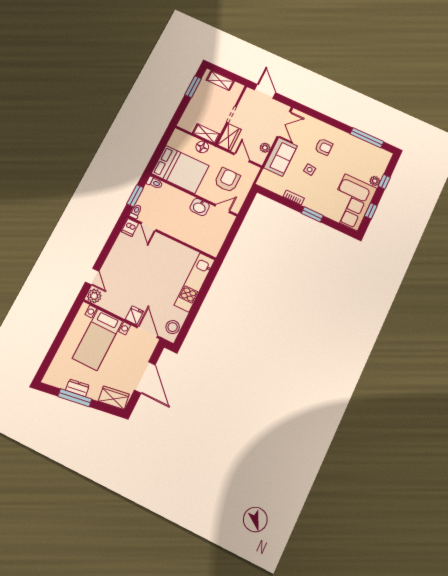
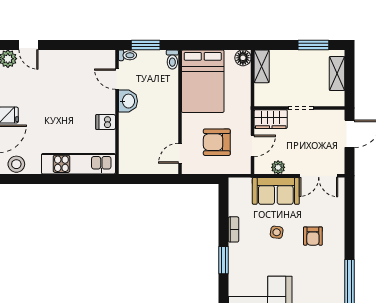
shelving: (206, 134) -> (262, 66), moved
floor lamp: (202, 147) -> (243, 58), moved
armchair: (227, 180) -> (217, 142), turned 180
washbasin: (200, 207) -> (128, 101), moved, turned 180
door: (222, 208) -> (180, 153), swing flipped
door: (149, 227) -> (117, 79), hinge flipped
dishwasher: (130, 228) -> (106, 122), moved
door: (92, 277) -> (28, 45), hinge flipped

